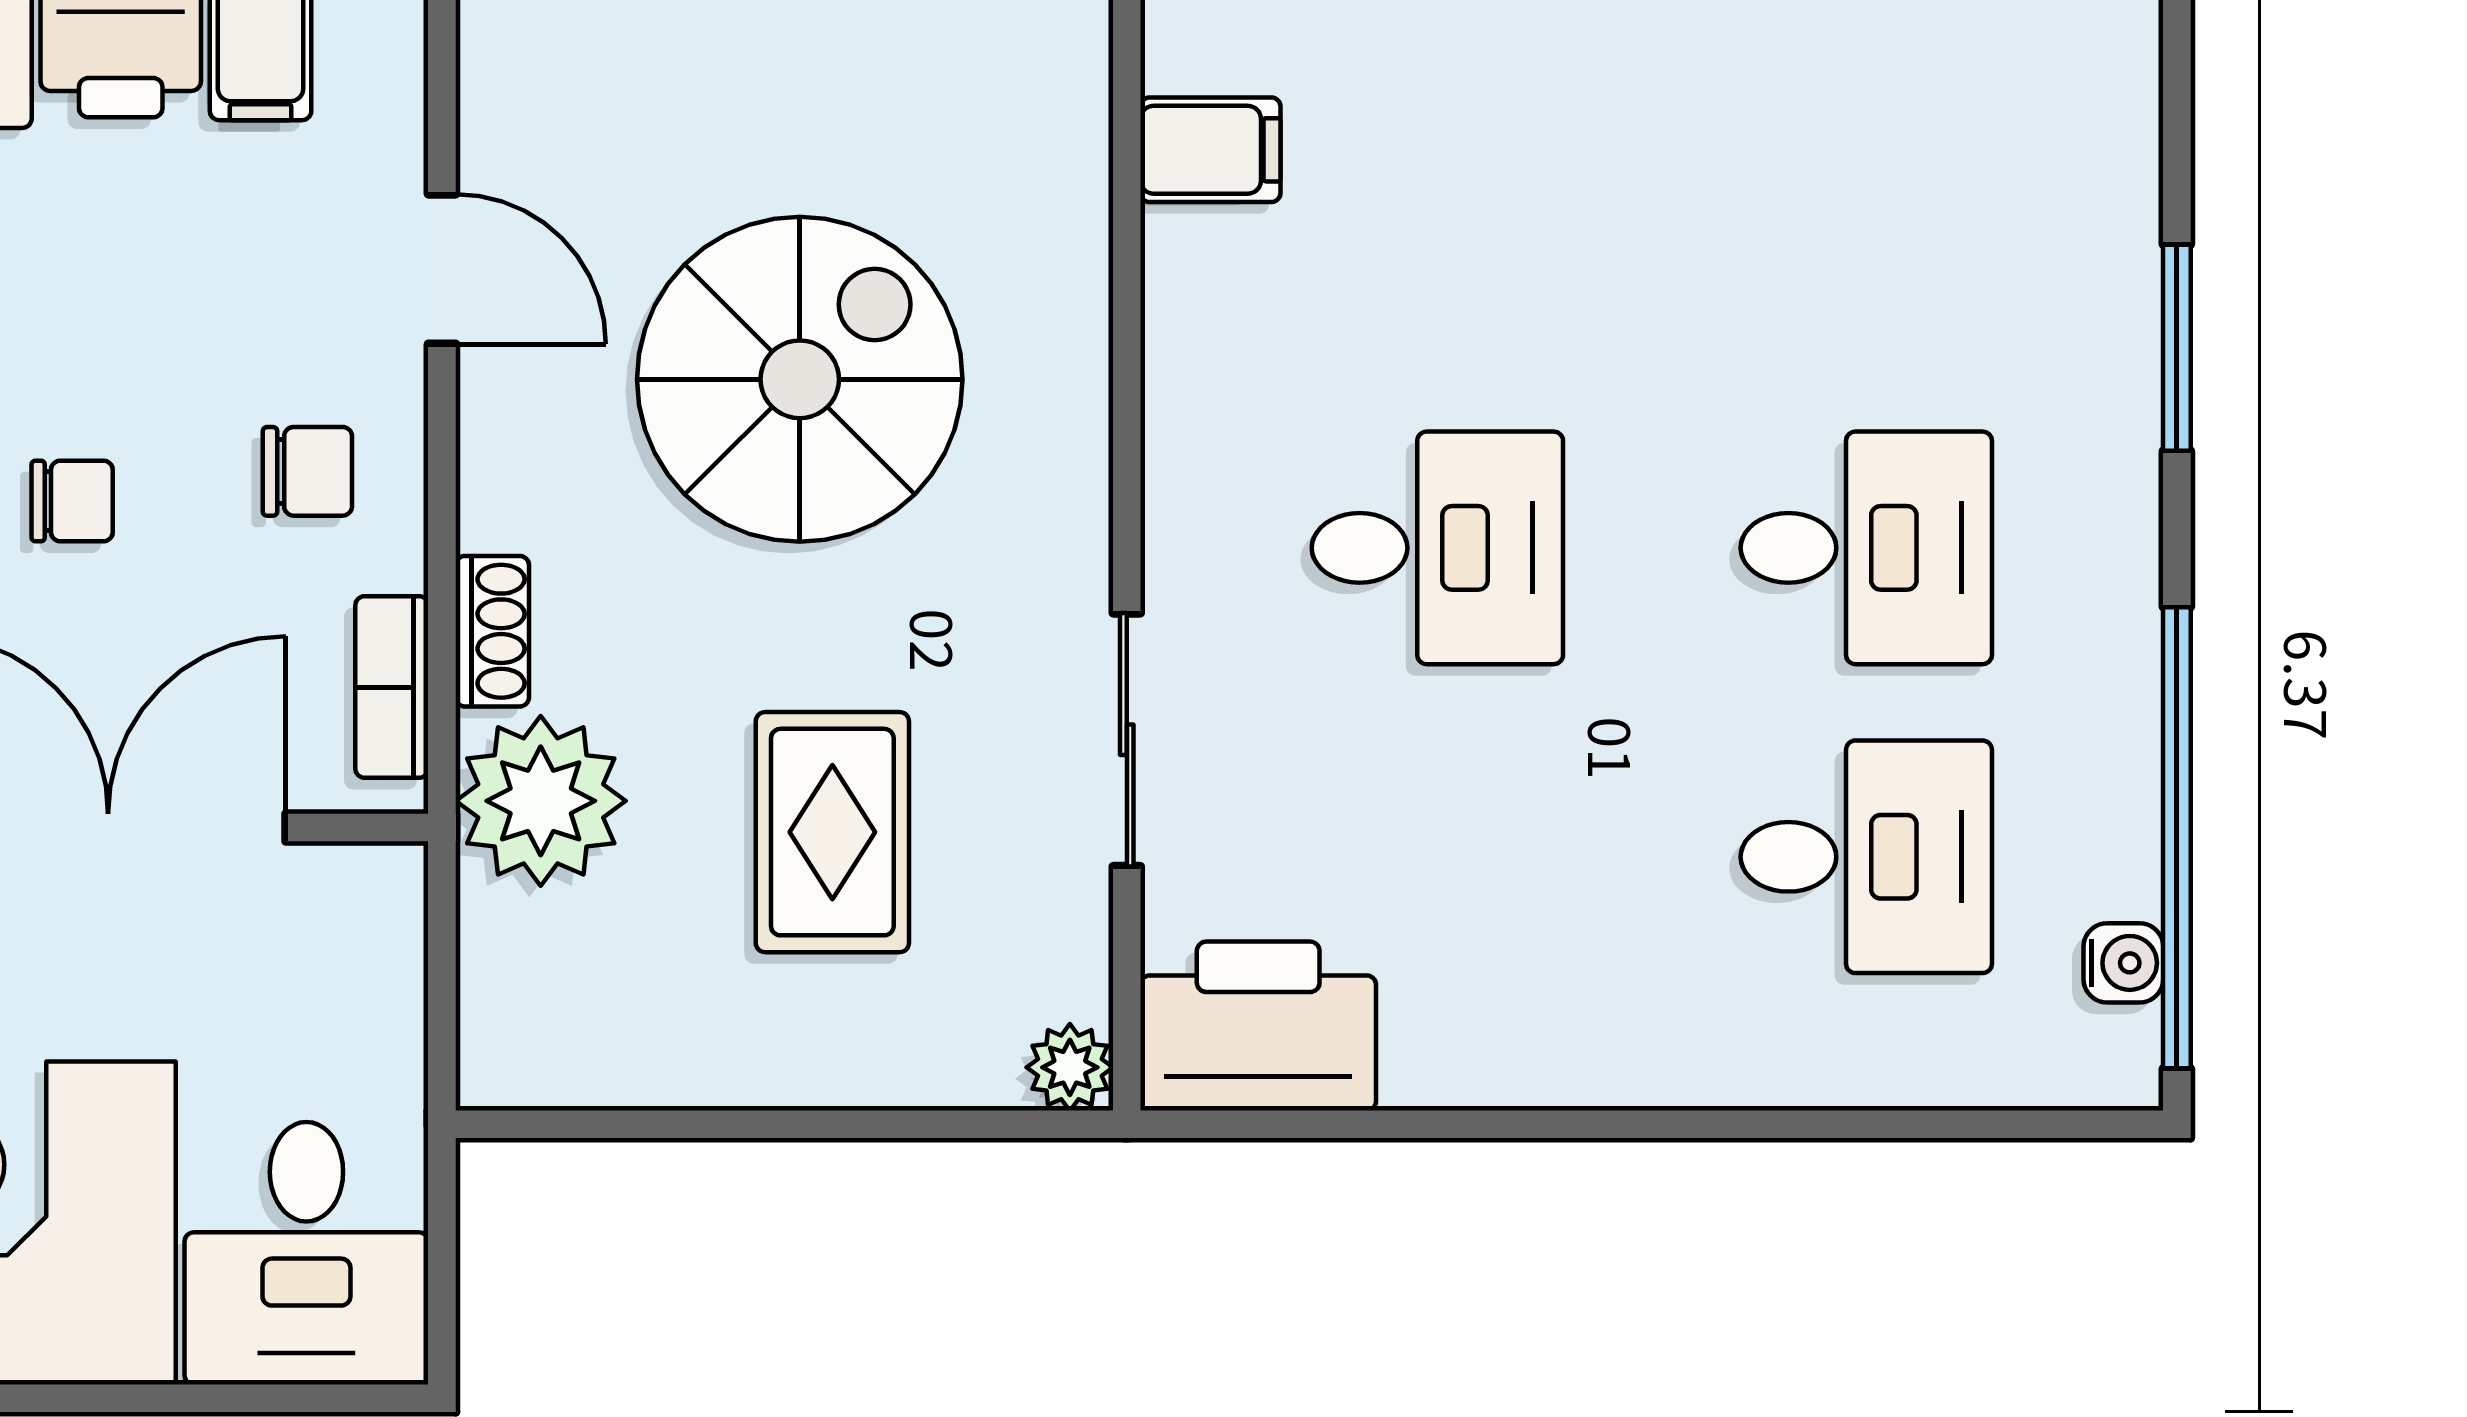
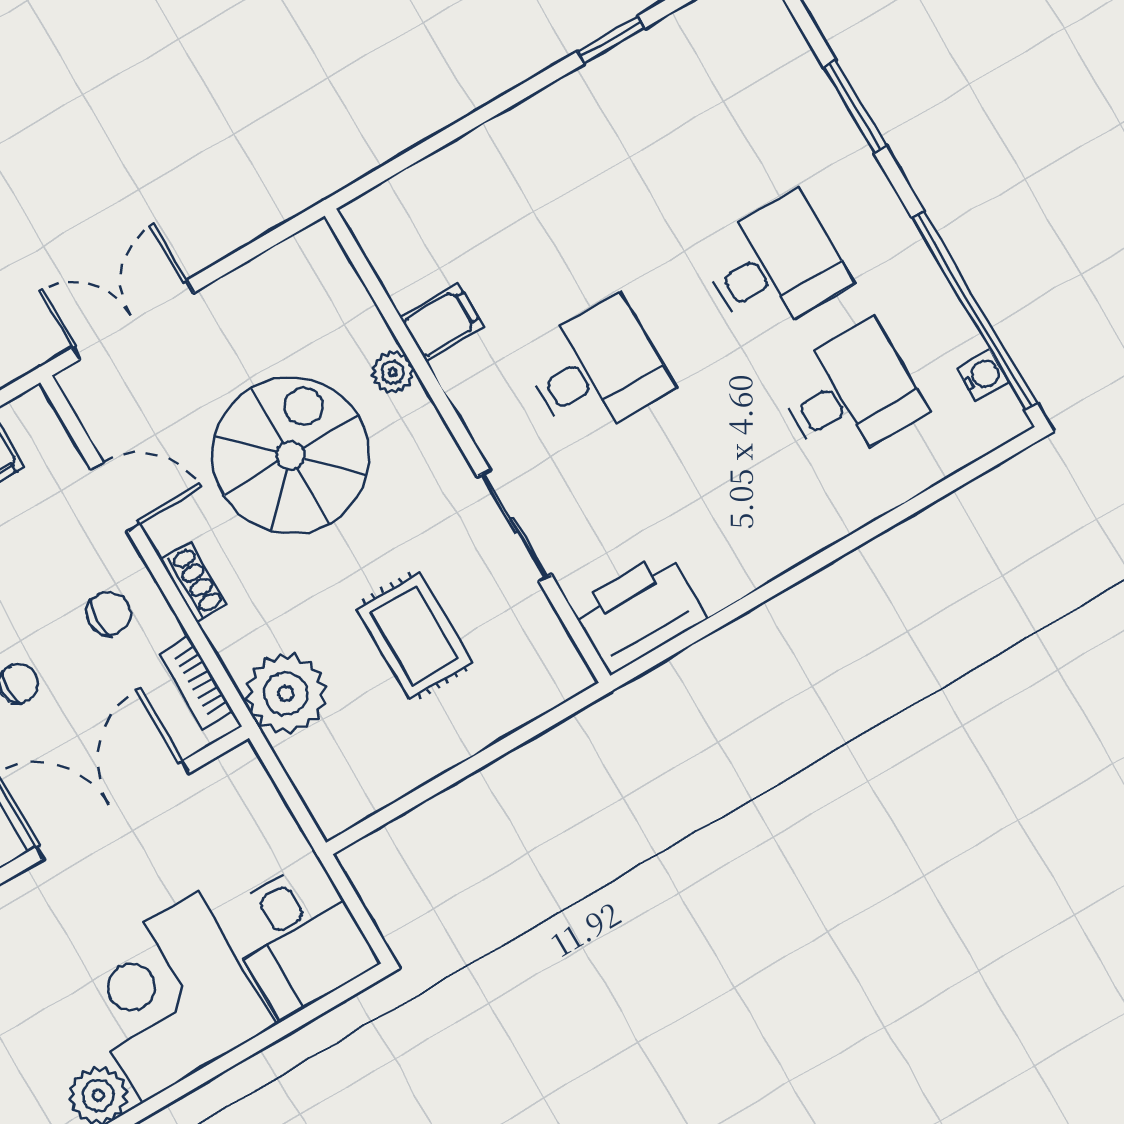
filing cabinet: (1210, 150) -> (442, 322), moved
shoe rack: (492, 631) -> (193, 582), moved
plant: (1070, 1067) -> (393, 372), moved

